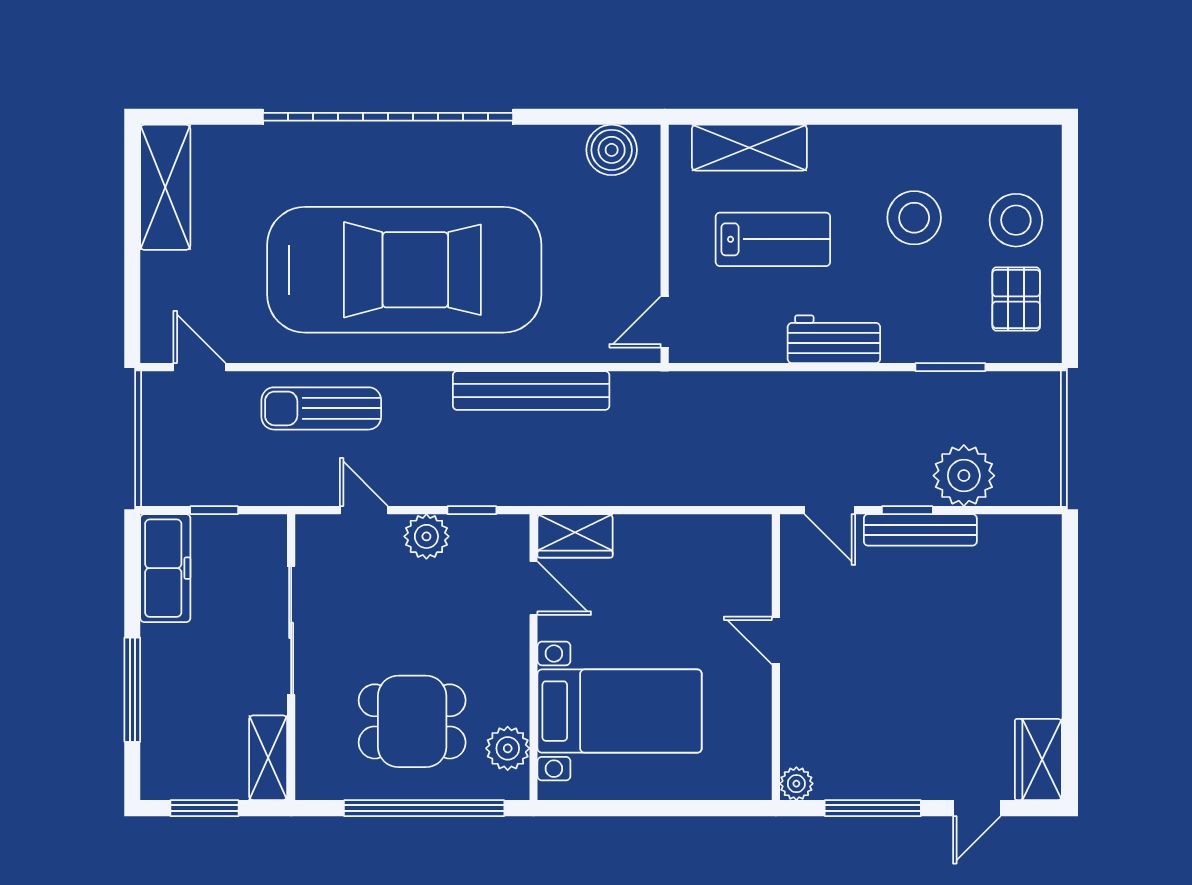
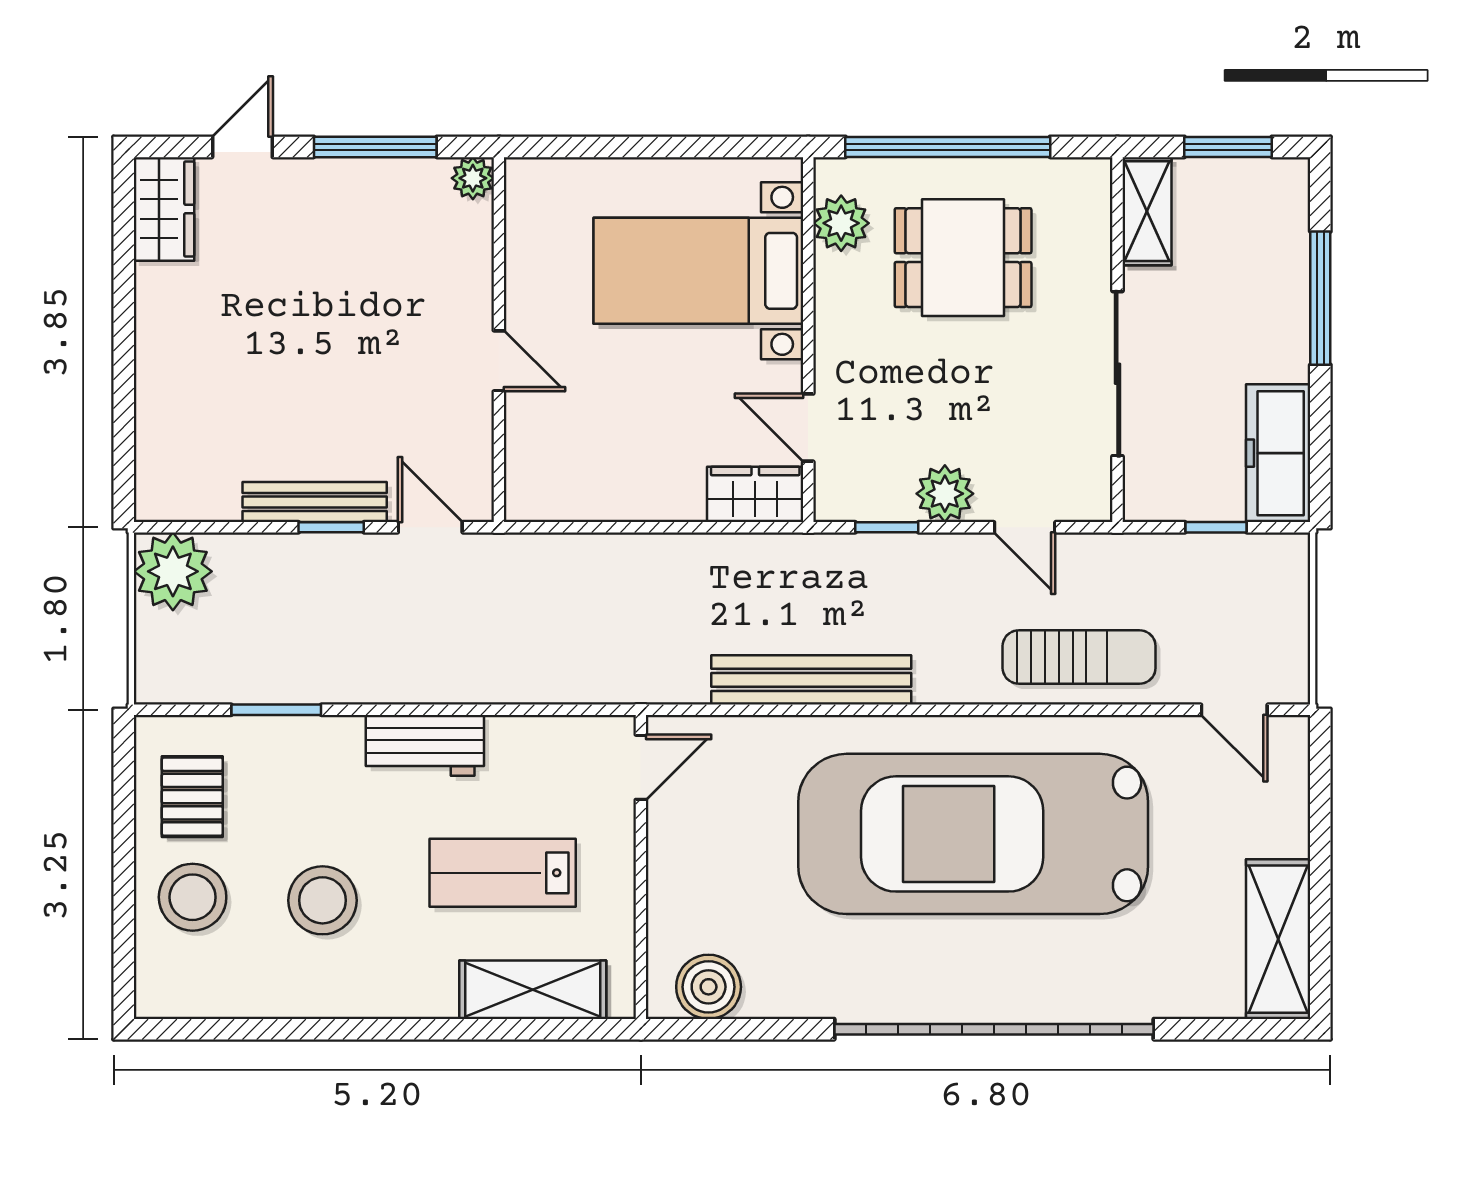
plant: (964, 476) -> (173, 571), moved

